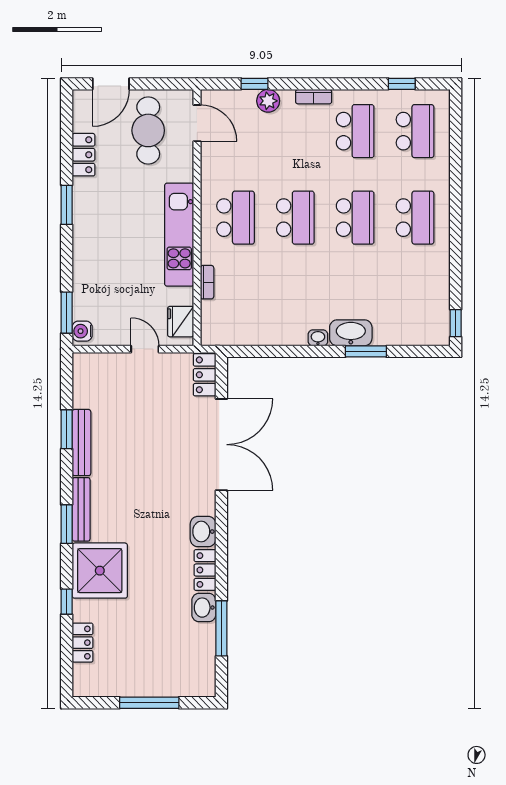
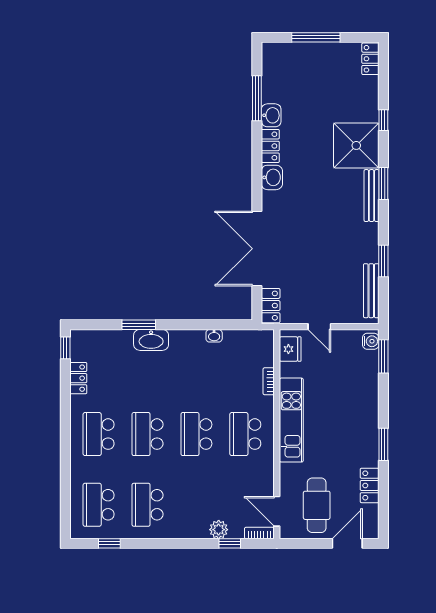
bookcase: (314, 97) -> (259, 533), moved
locker: (440, 286) -> (78, 378), added
washbasin: (318, 338) -> (214, 336), moved
bench: (81, 443) -> (371, 291), moved
locker: (83, 643) -> (370, 59), moved

